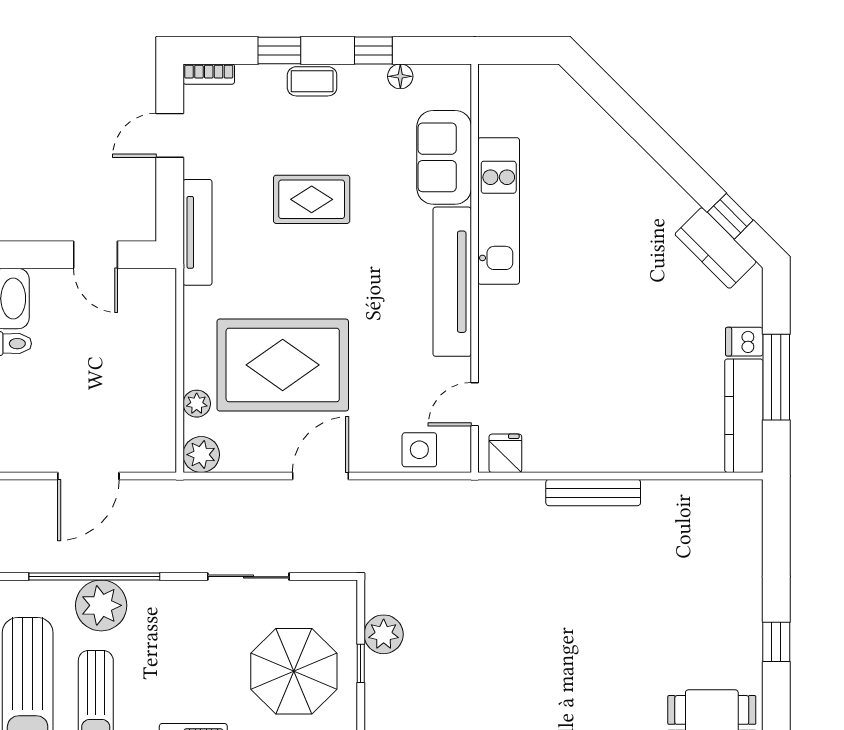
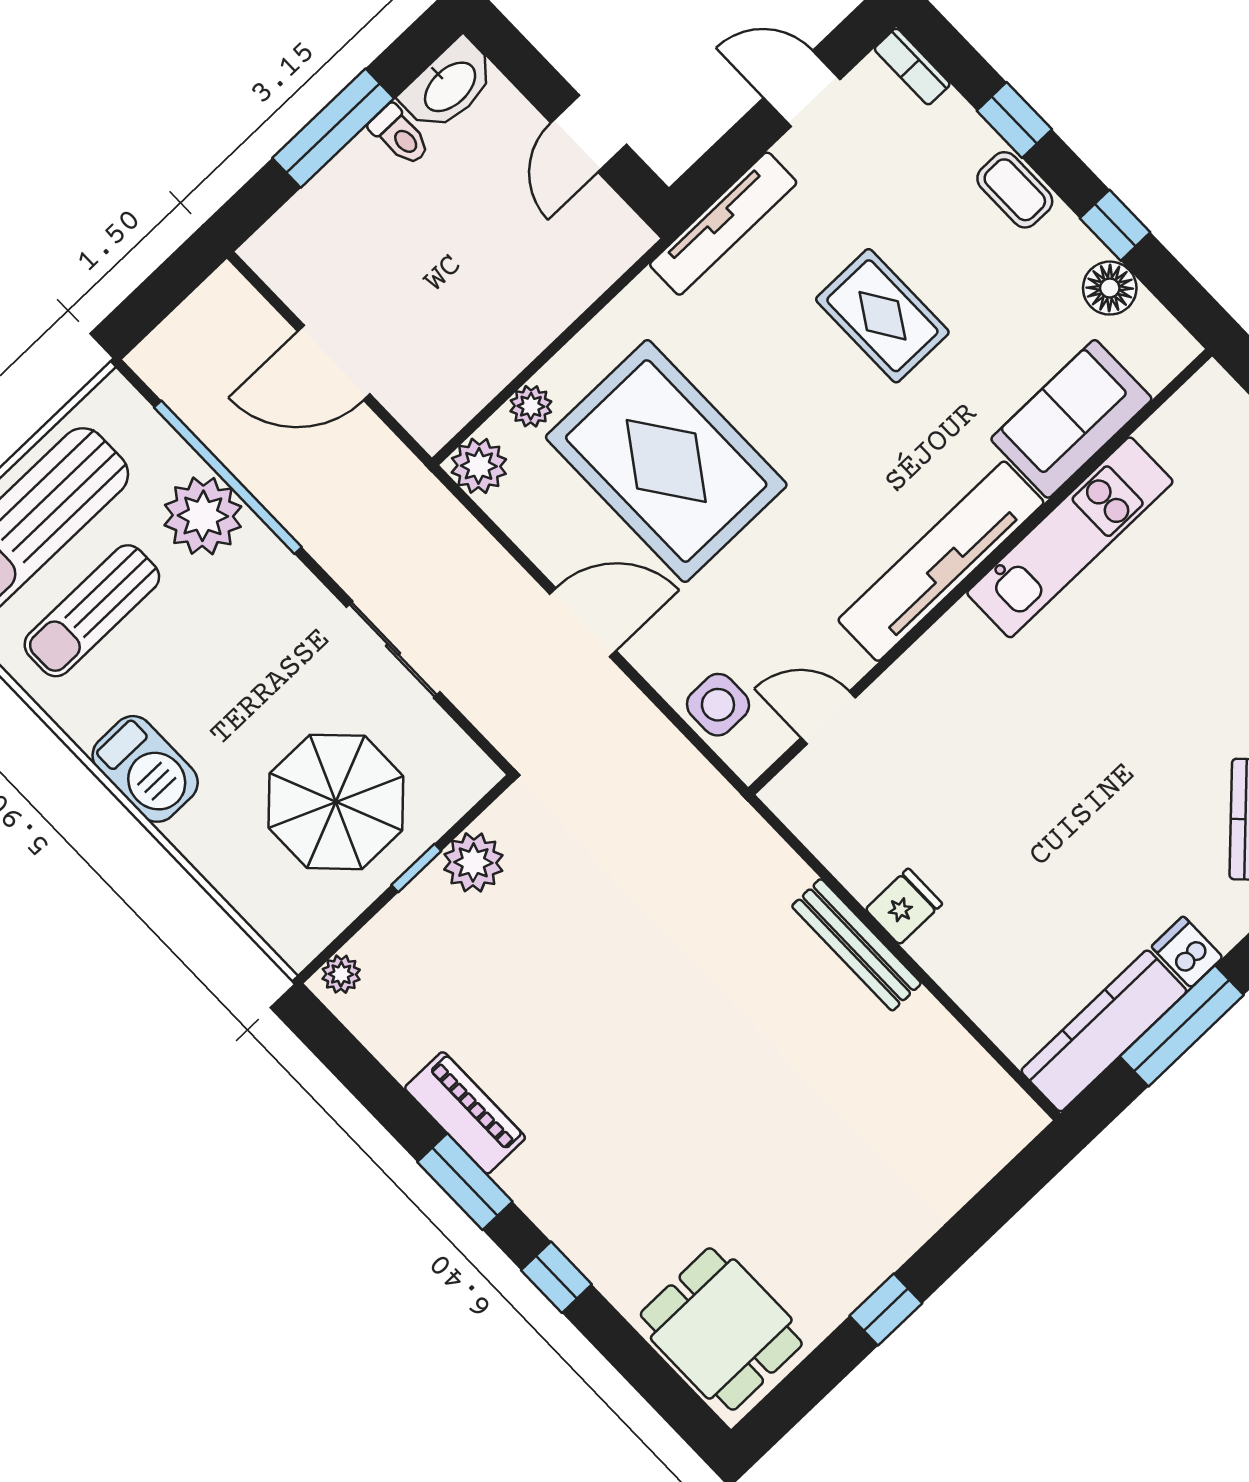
floor lamp: (400, 76) -> (1110, 288), width x1.37, depth x1.37
fridge: (505, 453) -> (904, 906), moved

